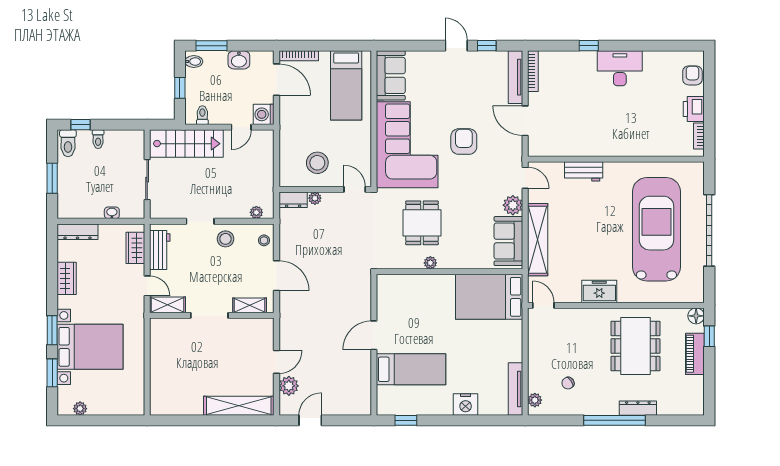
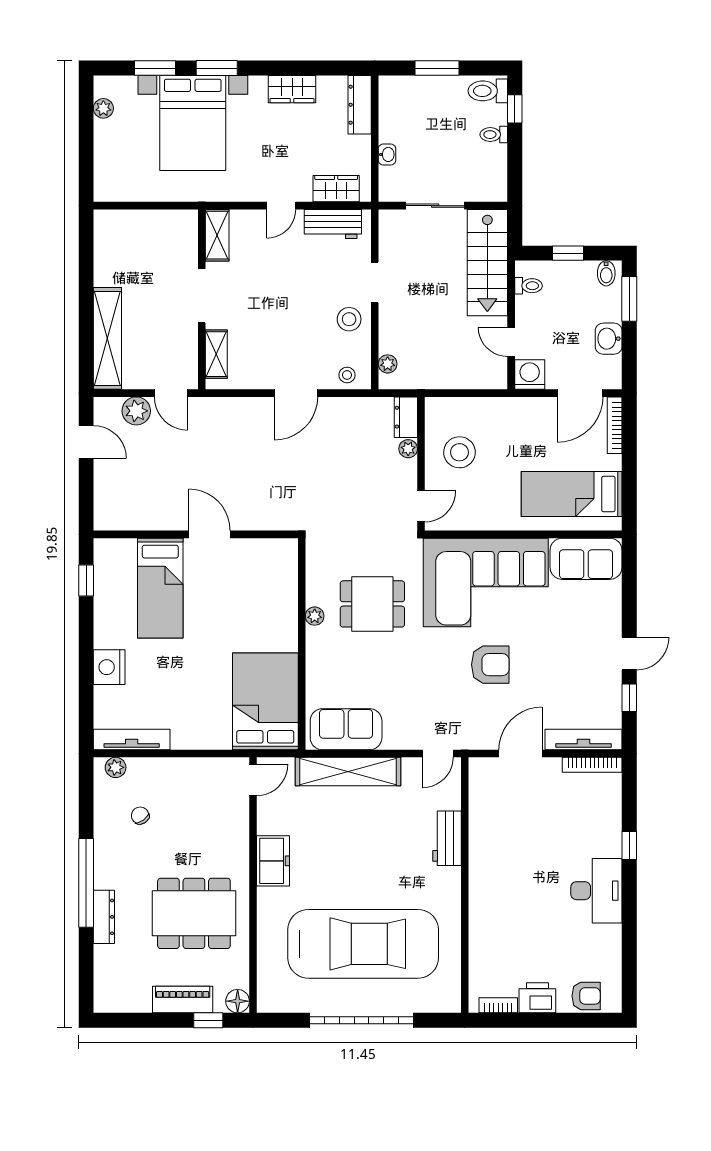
plant: (513, 205) -> (398, 736), removed
shelving: (167, 305) -> (217, 235), moved
shelving: (250, 305) -> (216, 354), moved
doorway: (209, 315) -> (202, 296), moved
wall: (212, 315) -> (202, 299), moved

